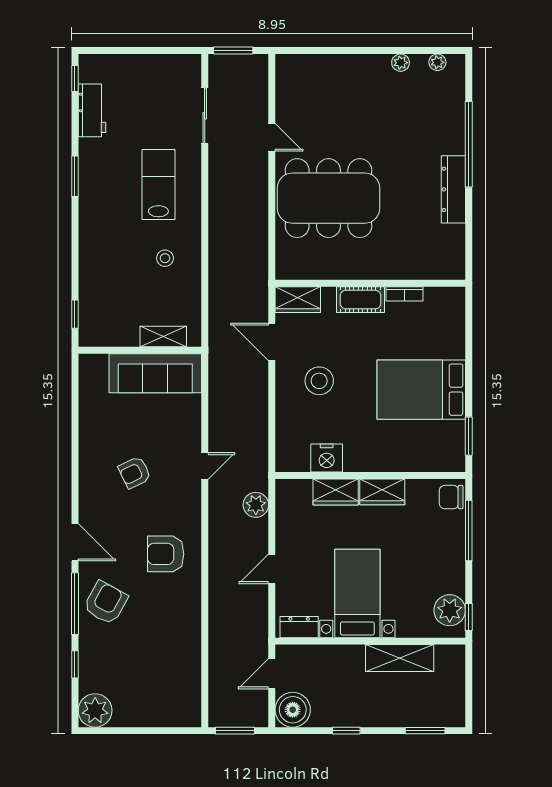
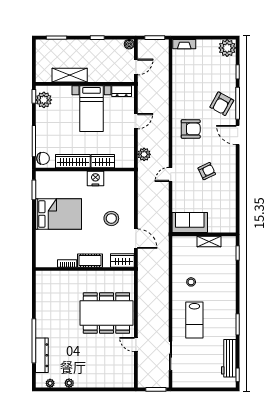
workbench: (92, 110) -> (229, 358), width x1.38
dresser: (453, 189) -> (42, 355), moved
shelving: (163, 337) -> (209, 241), moved
sofa: (155, 373) -> (190, 222), width x0.73
nightstand: (327, 458) -> (95, 179), moved
wardrobe: (382, 492) -> (73, 161), width x1.50
boiler: (293, 710) -> (129, 44), width x0.54, depth x0.54
fireplace: (178, 718) -> (184, 44), added

